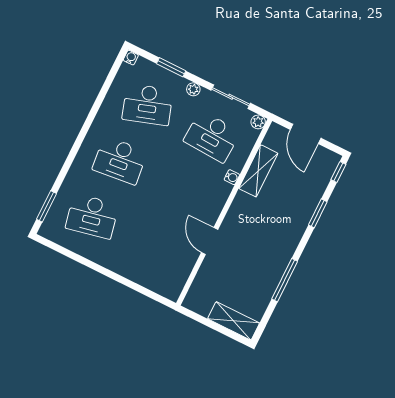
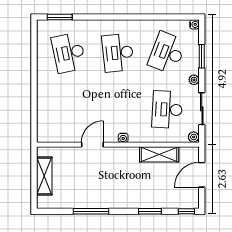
desk: (148, 105) -> (167, 53), turned 39
water cooler: (232, 177) -> (123, 138), moved
shelving: (234, 321) -> (44, 176), moved

